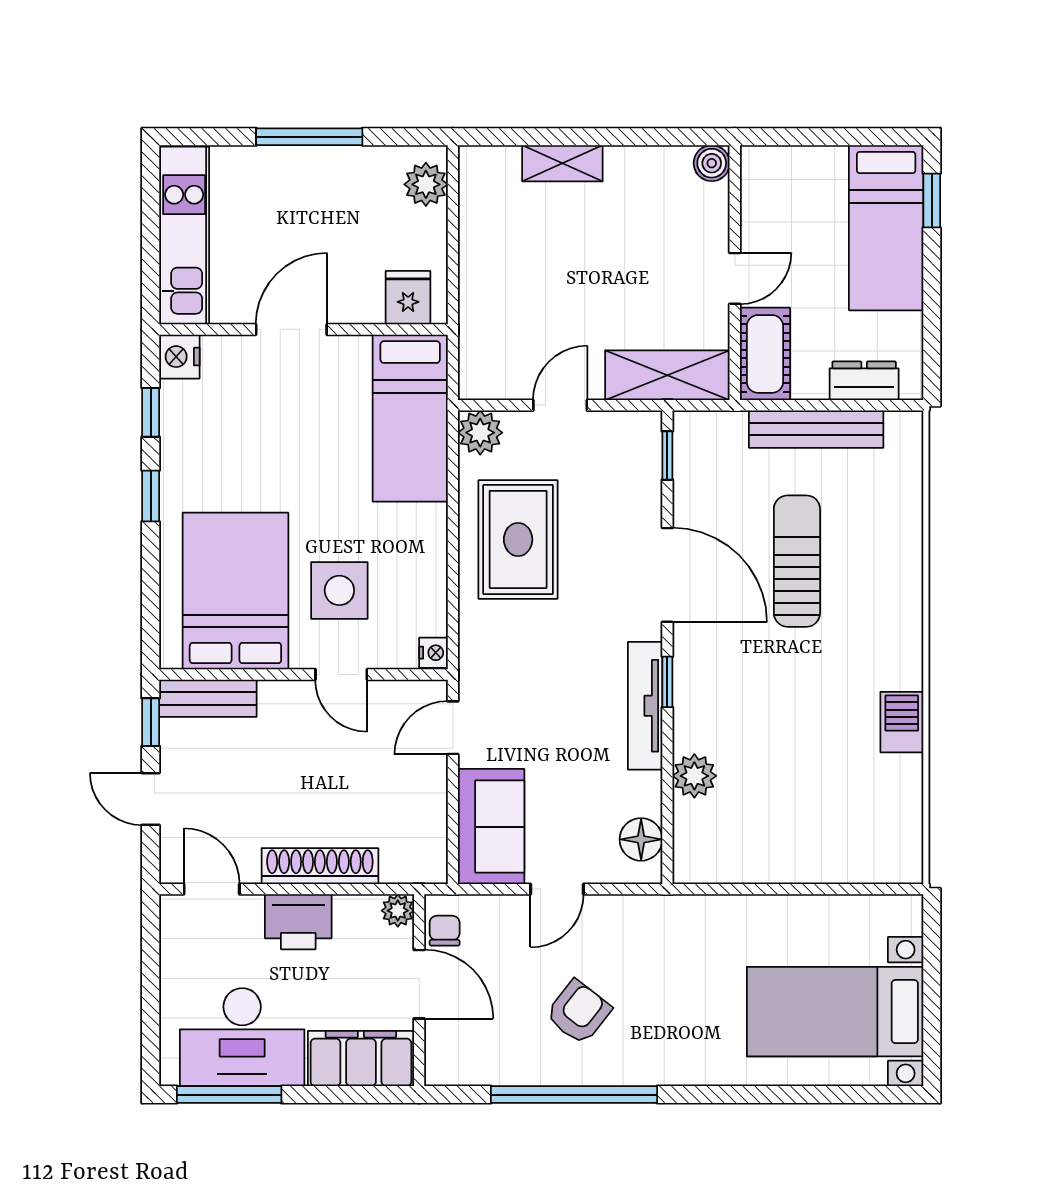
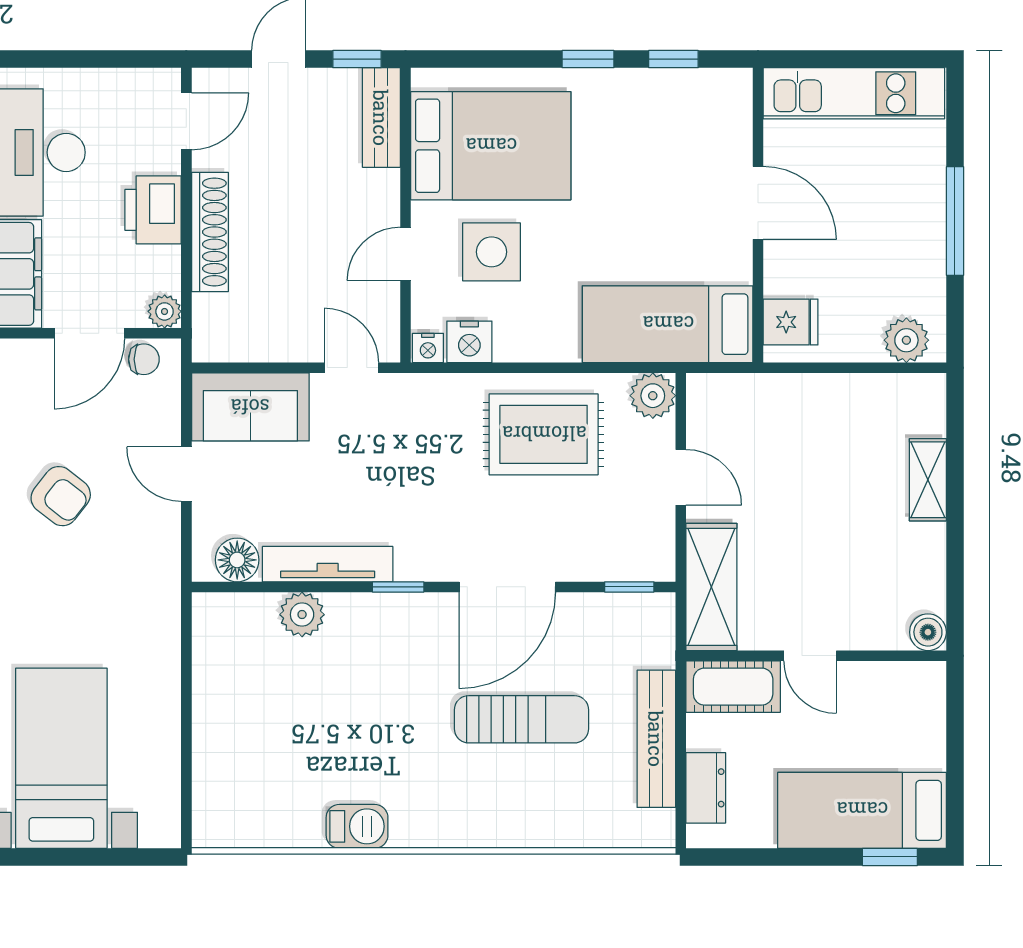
nightstand: (179, 357) -> (469, 342), moved, turned 180
tv unit: (645, 706) -> (328, 564), moved

